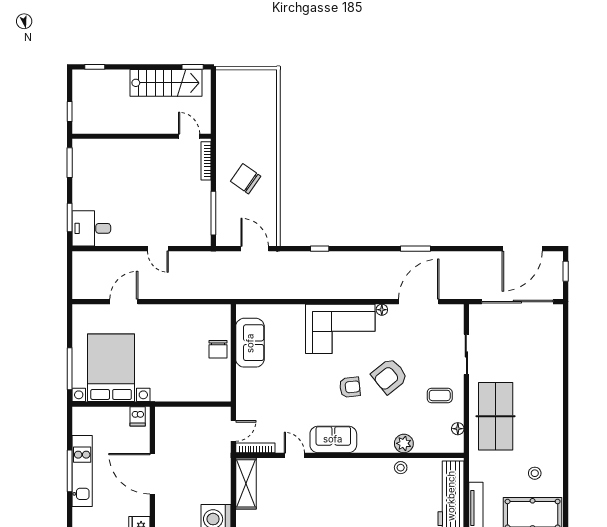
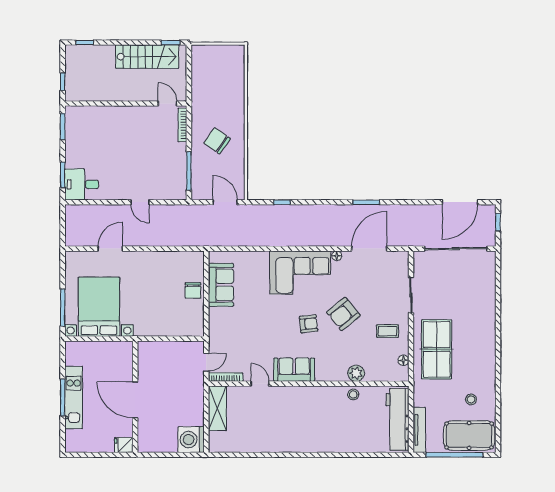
dishwasher: (138, 416) -> (122, 349), removed

